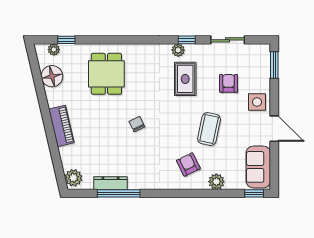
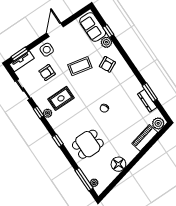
window: (66, 40) -> (84, 179), width x2.17
window: (136, 40) -> (58, 141), added
tv unit: (264, 62) -> (22, 61), added
floor lamp: (52, 76) -> (118, 164), moved
piano: (61, 126) -> (145, 138), moved
sofa: (258, 167) -> (93, 27), moved, turned 90
window: (119, 193) -> (150, 92), width x0.69
window: (254, 193) -> (108, 31), moved

